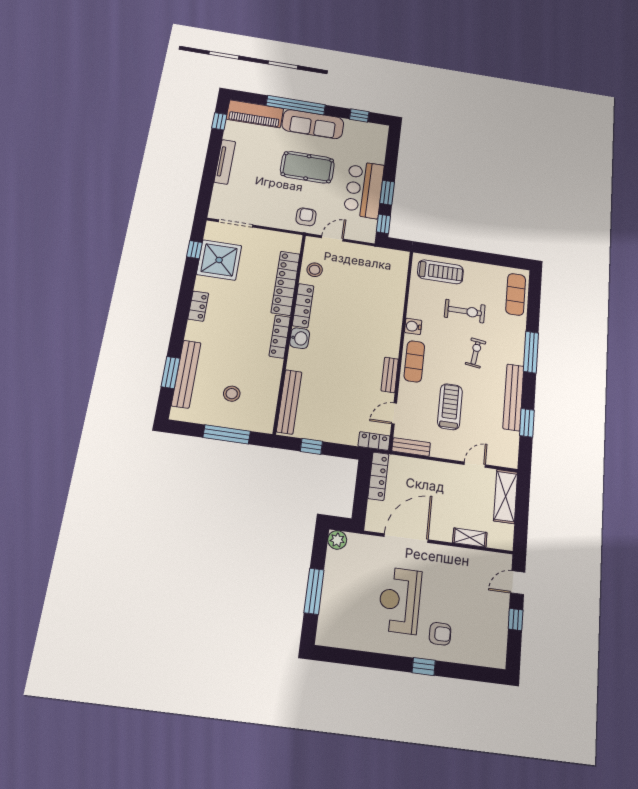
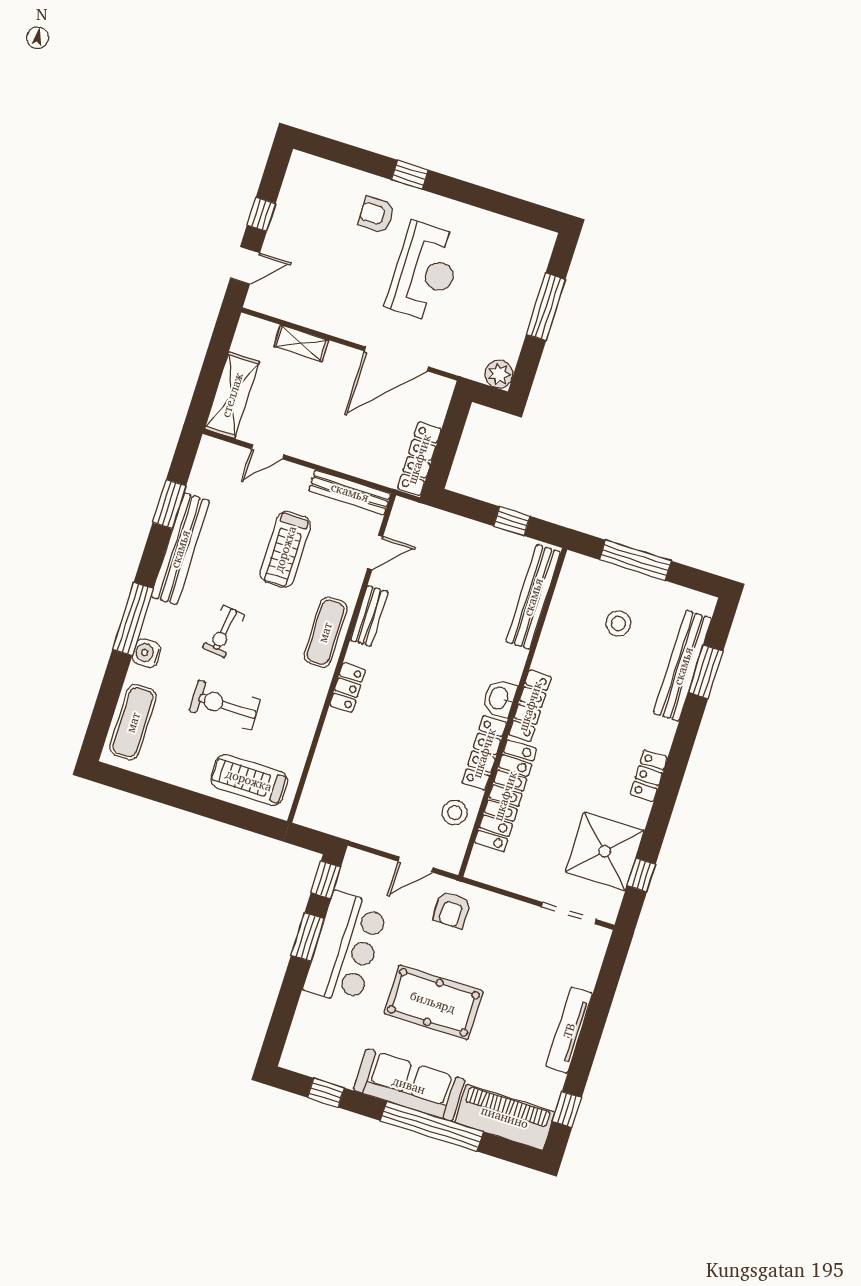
water cooler: (413, 326) -> (147, 653), moved, turned 180
locker: (374, 441) -> (348, 688), moved, turned -90
bench: (411, 447) -> (350, 492), width x1.36

